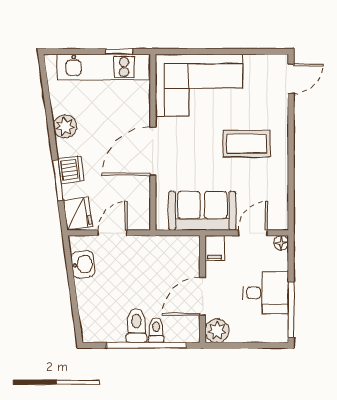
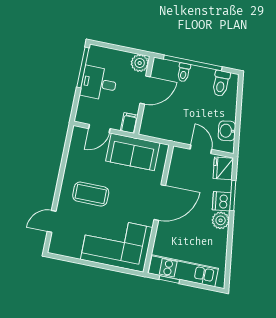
door: (291, 79) -> (52, 221), moved
plant: (65, 126) -> (221, 220), moved
door: (112, 233) -> (201, 149), swing flipped
floor lamp: (281, 243) -> (80, 117), removed
toilet: (136, 326) -> (221, 83), moved

